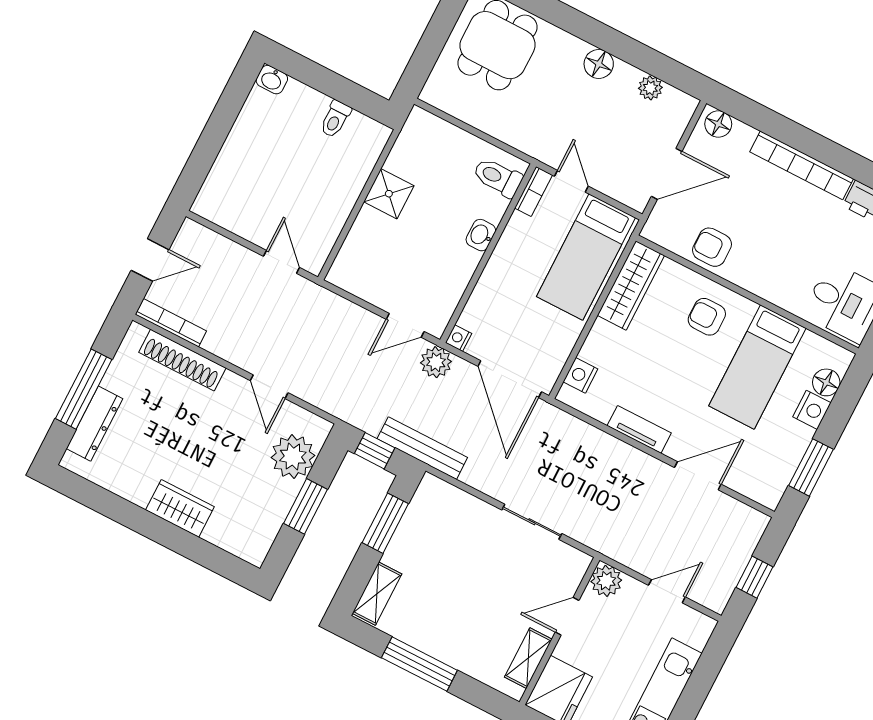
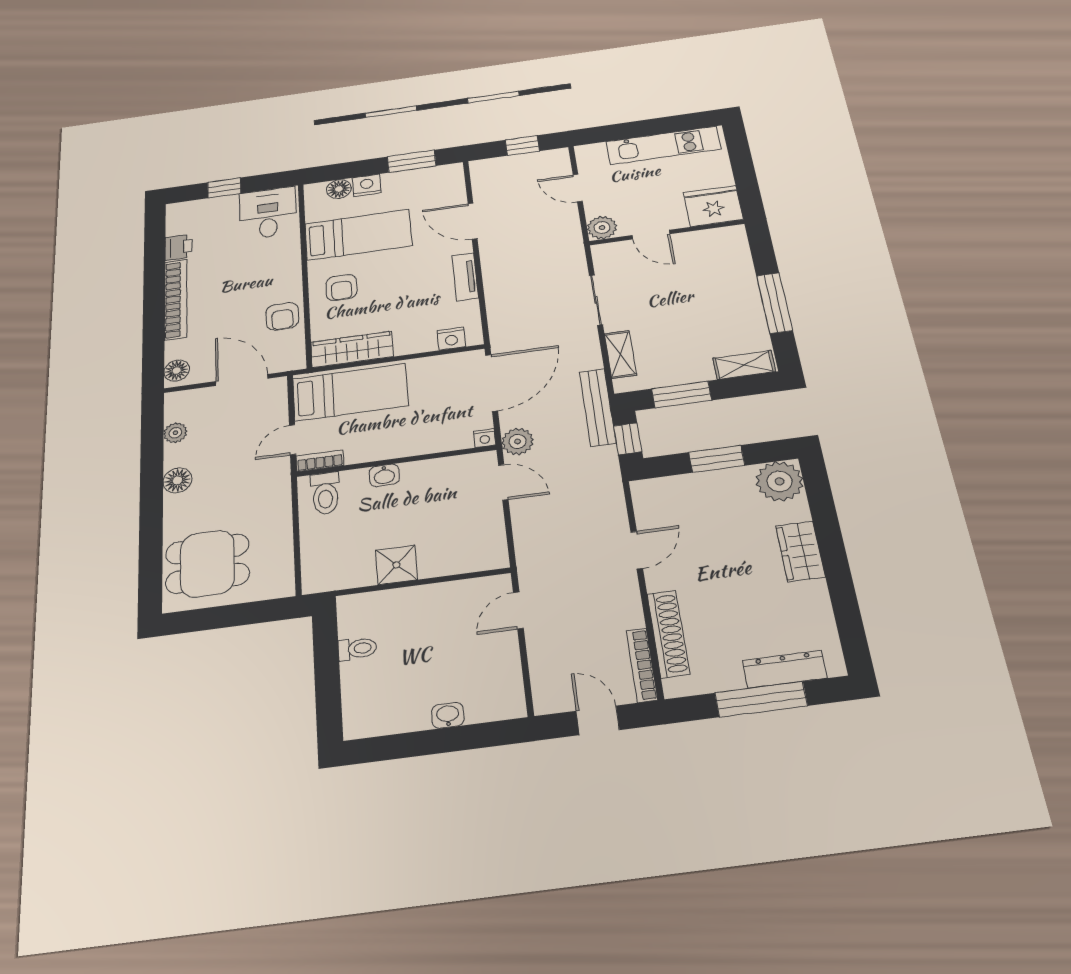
washbasin: (272, 80) -> (448, 715), moved, turned -90
plant: (293, 457) -> (780, 481), moved
shelving: (528, 658) -> (620, 354), moved, turned 90

